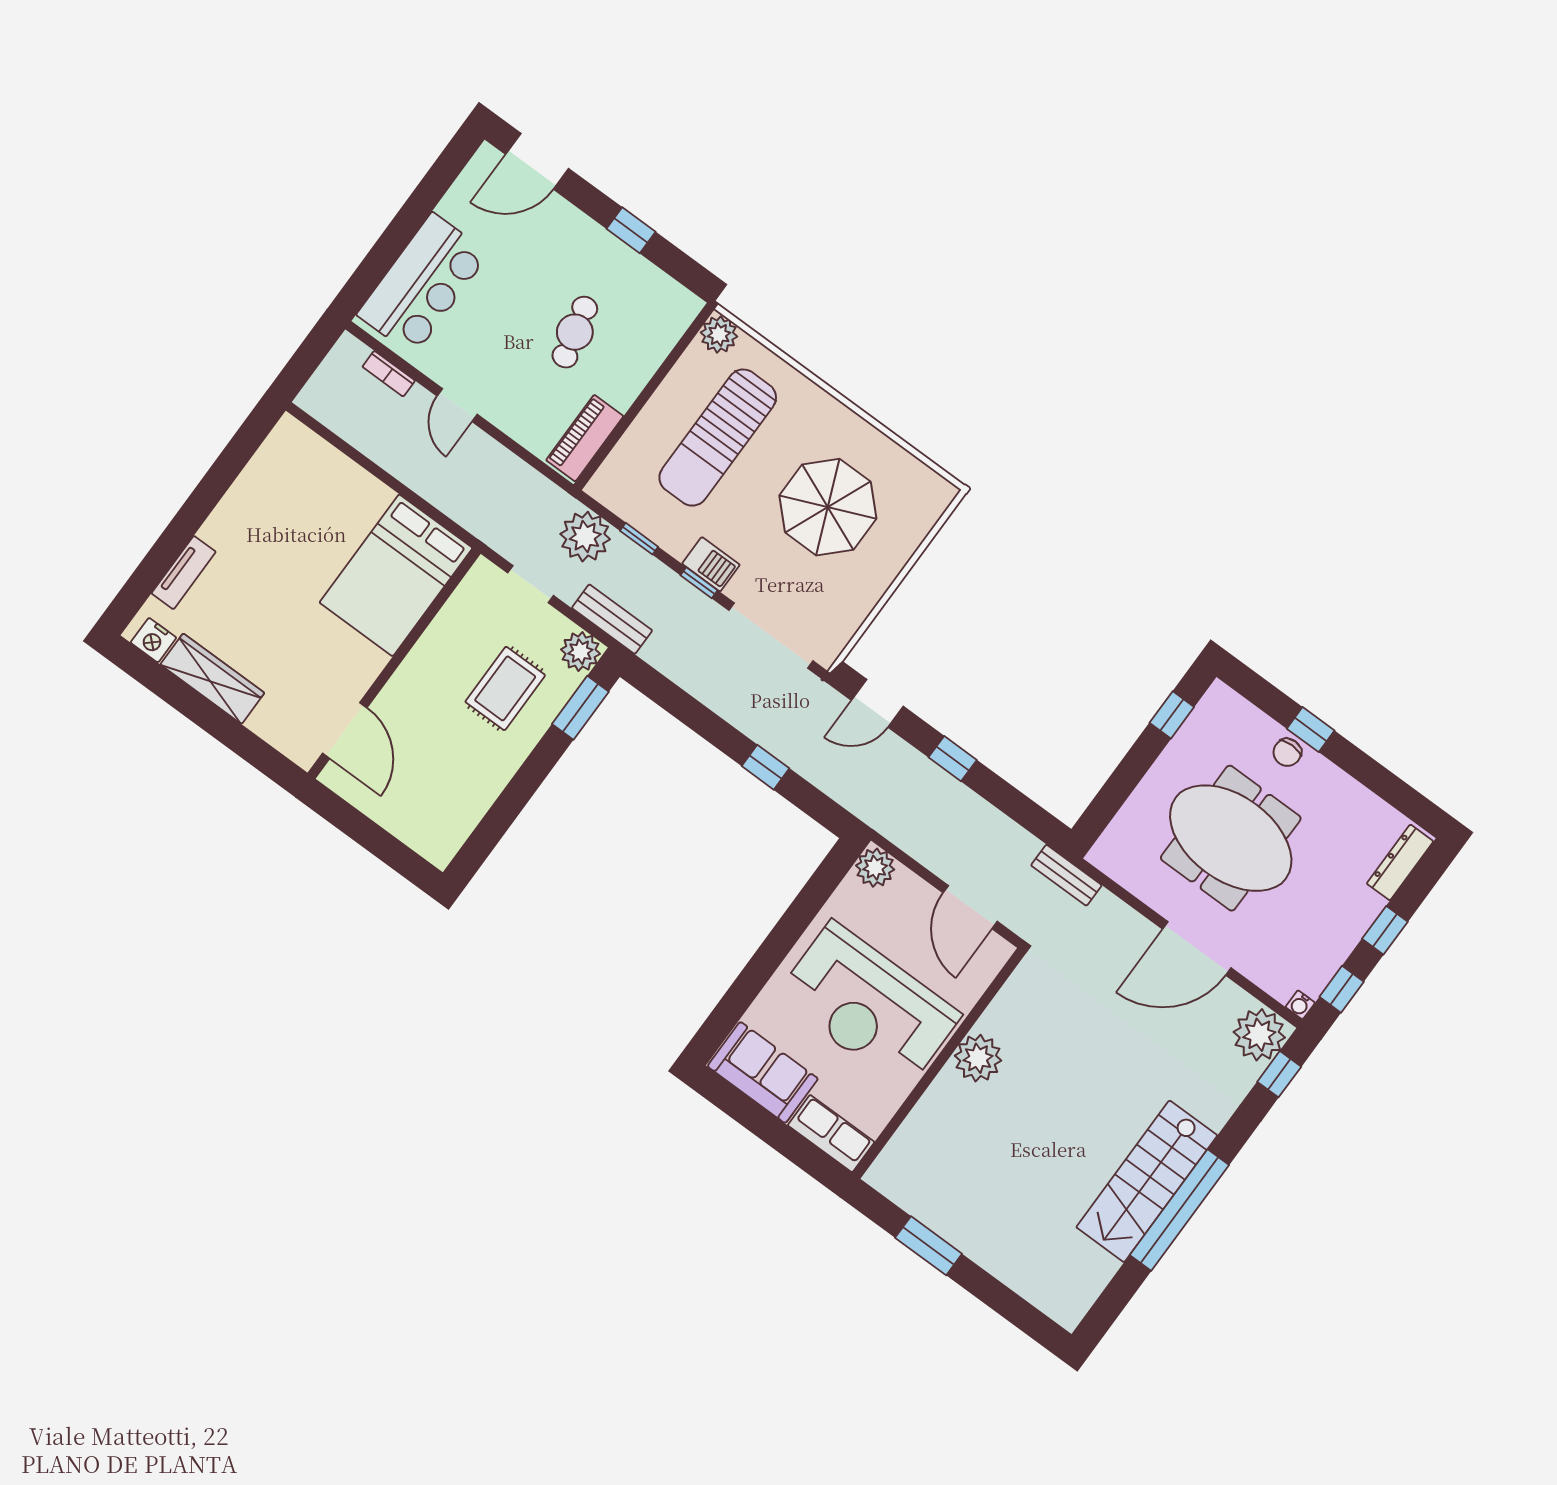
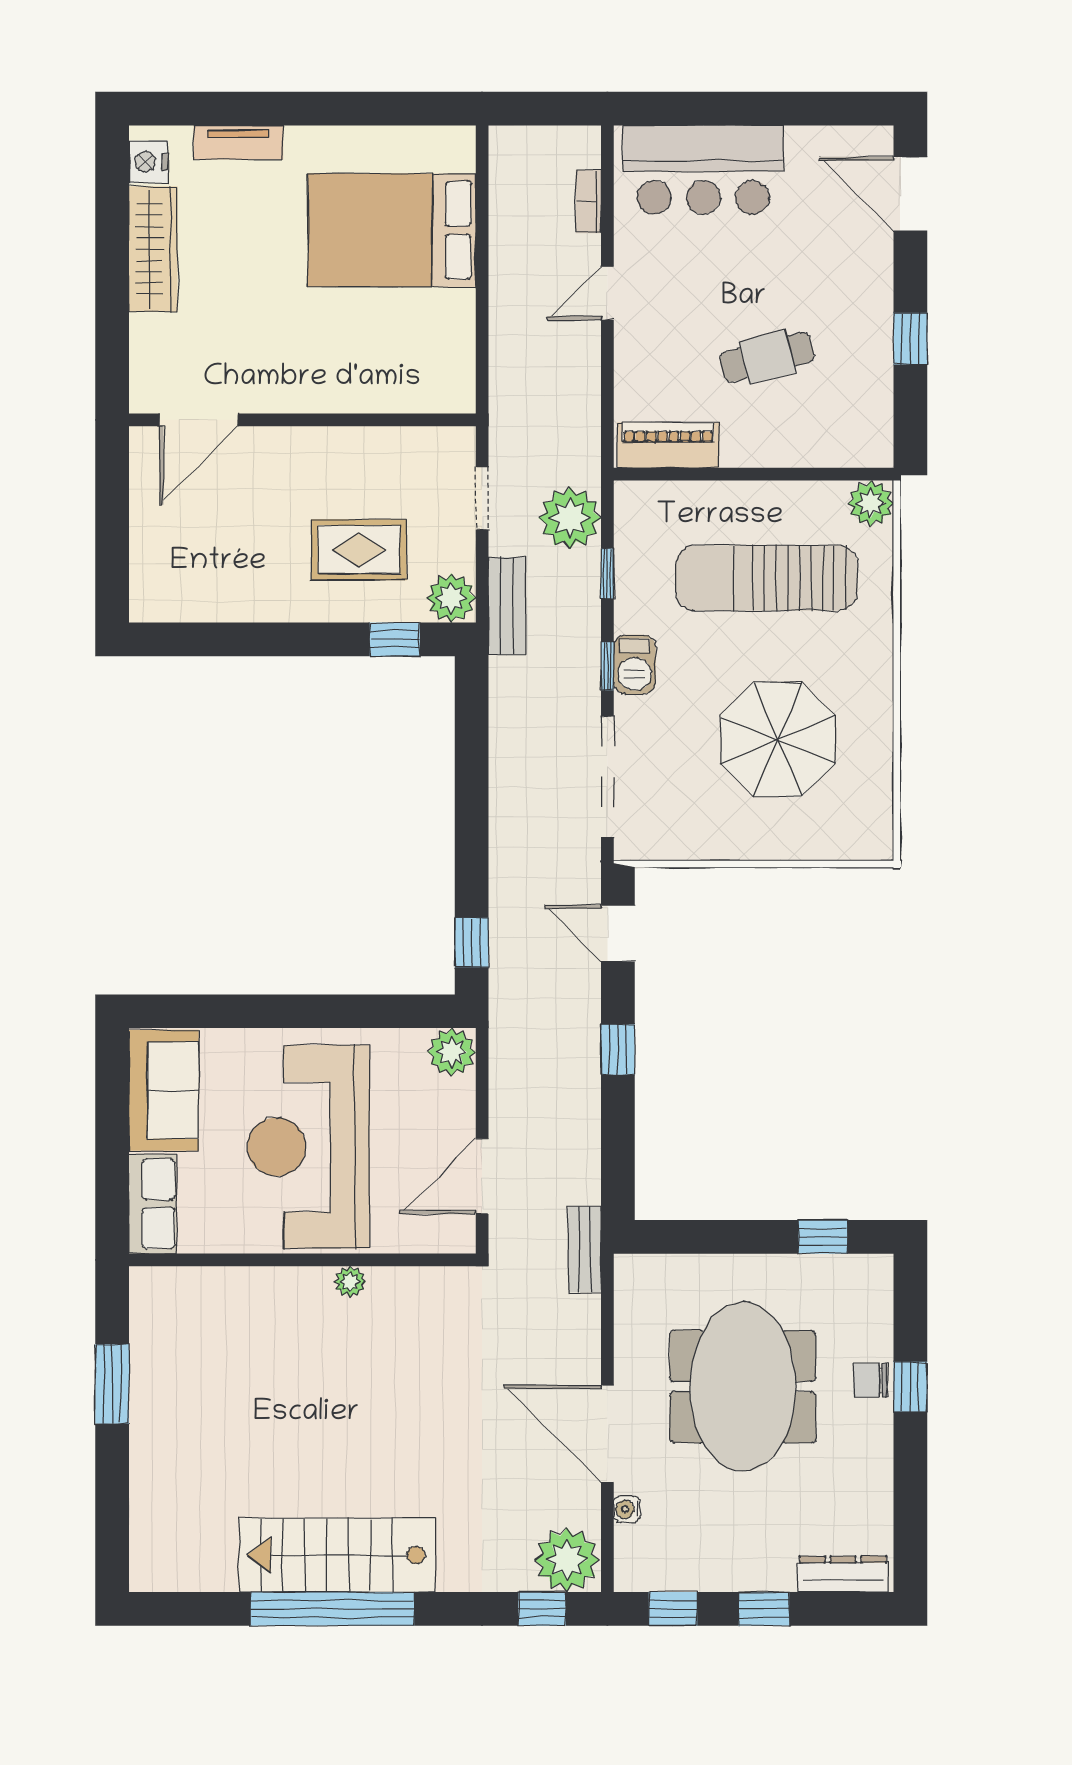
bed: (396, 575) -> (392, 230), moved
window: (580, 708) -> (395, 639), width x0.67
window: (765, 767) -> (472, 942), moved
water cooler: (1300, 1005) -> (627, 1509), moved
plant: (978, 1058) -> (350, 1282), width x0.53, depth x0.53

